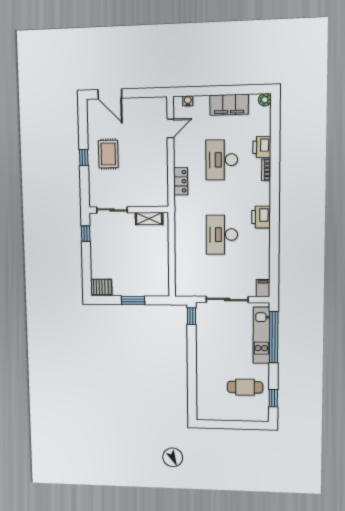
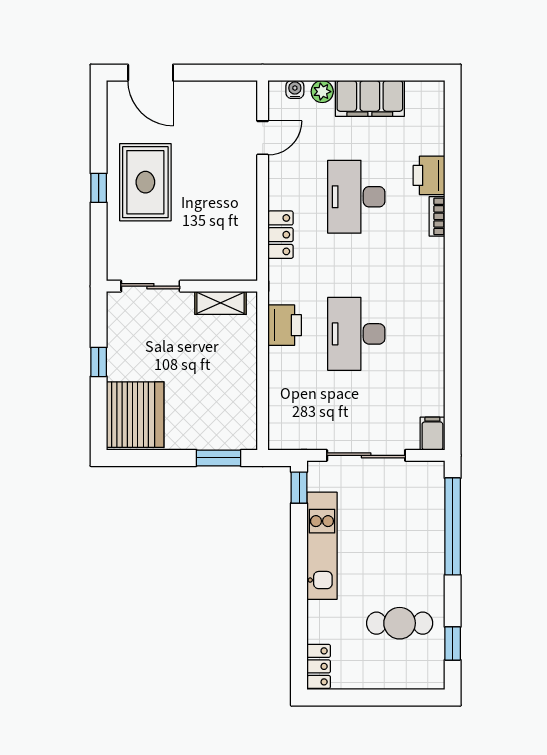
plant: (265, 100) -> (322, 92), moved
rug: (108, 154) -> (145, 182), width x1.36, depth x1.43
printer: (261, 217) -> (285, 325), moved, turned 180
window: (86, 234) -> (99, 362), moved
server rack: (101, 287) -> (135, 415), width x2.18, depth x1.44
window: (133, 300) -> (219, 458), moved
kitchen unit: (261, 335) -> (322, 546), moved, turned 180
locker: (202, 408) -> (319, 666), added

